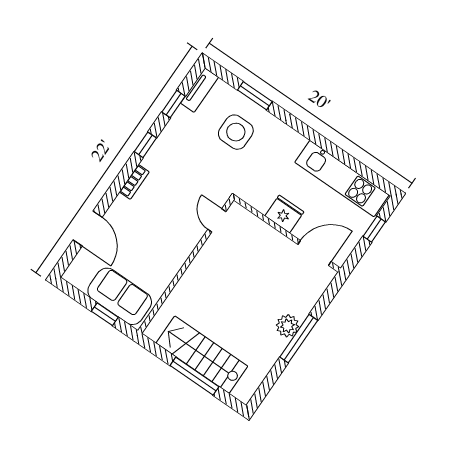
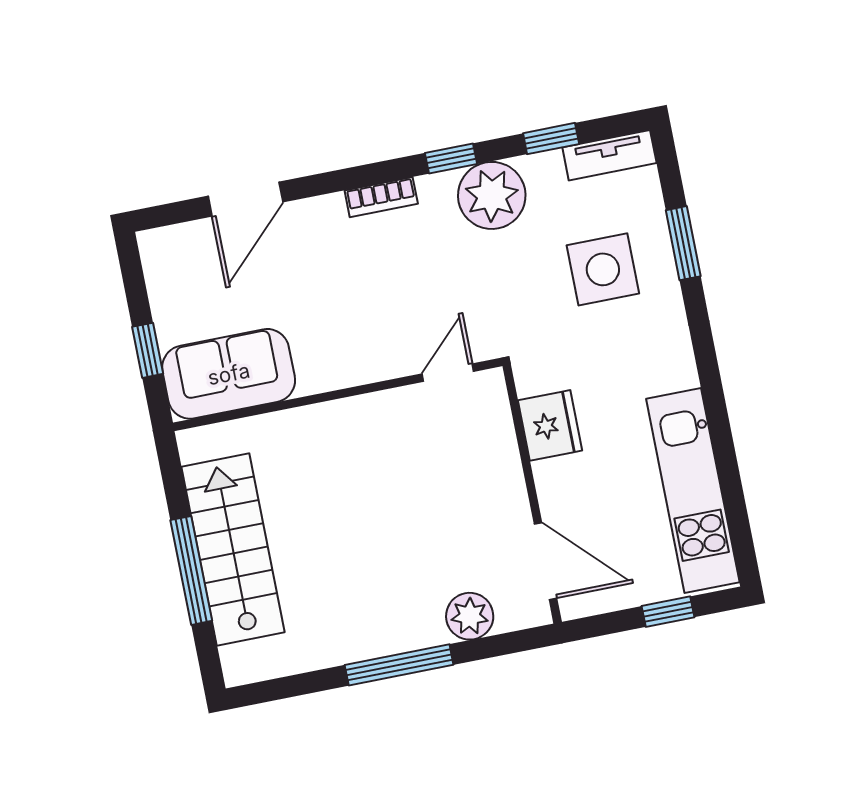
plant: (172, 144) -> (492, 195), added
fridge: (284, 214) -> (550, 425), moved
sofa: (120, 296) -> (229, 374), moved, turned -90
plant: (287, 326) -> (470, 616), moved

